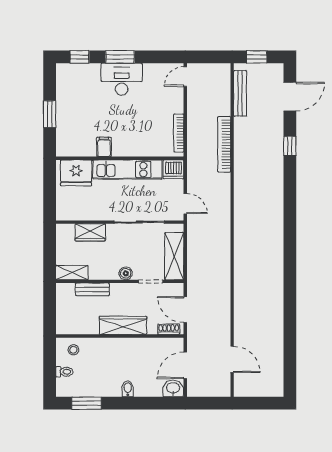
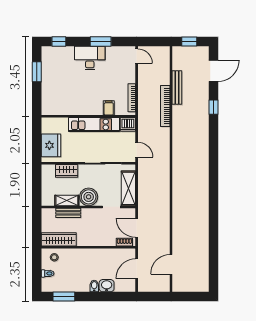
window: (120, 57) -> (101, 42), moved
door: (185, 77) -> (137, 56), swing flipped
bench: (240, 93) -> (177, 87), moved
window: (50, 114) -> (37, 72), moved
filing cabinet: (104, 147) -> (109, 108), moved
fridge: (76, 173) -> (51, 145), moved, turned -90
shelving: (72, 273) -> (67, 200), moved
boiler: (126, 273) -> (89, 197), width x1.86, depth x1.86
wardrobe: (123, 325) -> (59, 239), moved
door: (232, 359) -> (171, 264), swing flipped
washbasin: (173, 388) -> (107, 286), moved

